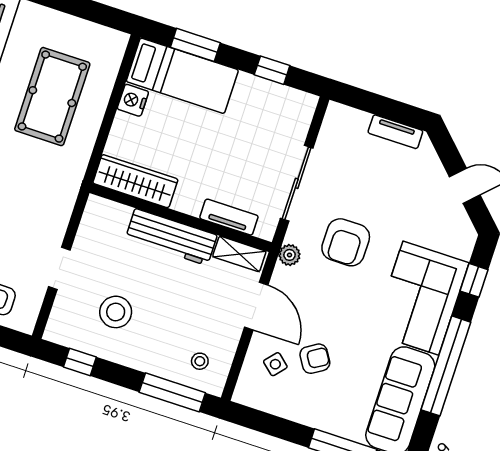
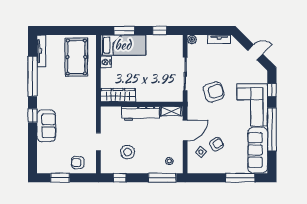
pool table: (52, 97) -> (76, 57), moved
tv unit: (229, 217) -> (162, 97), removed
armchair: (346, 242) -> (214, 92), turned -106
plant: (289, 255) -> (192, 40), moved
door: (256, 306) -> (185, 130), hinge flipped

